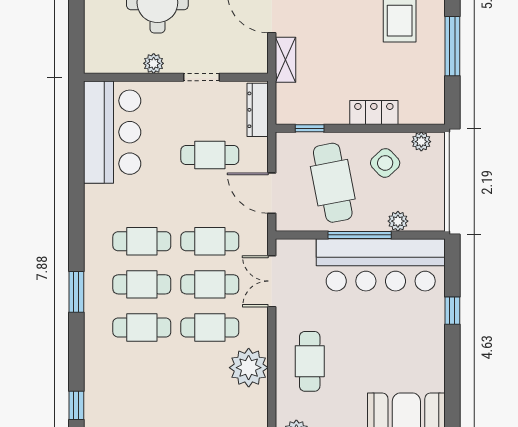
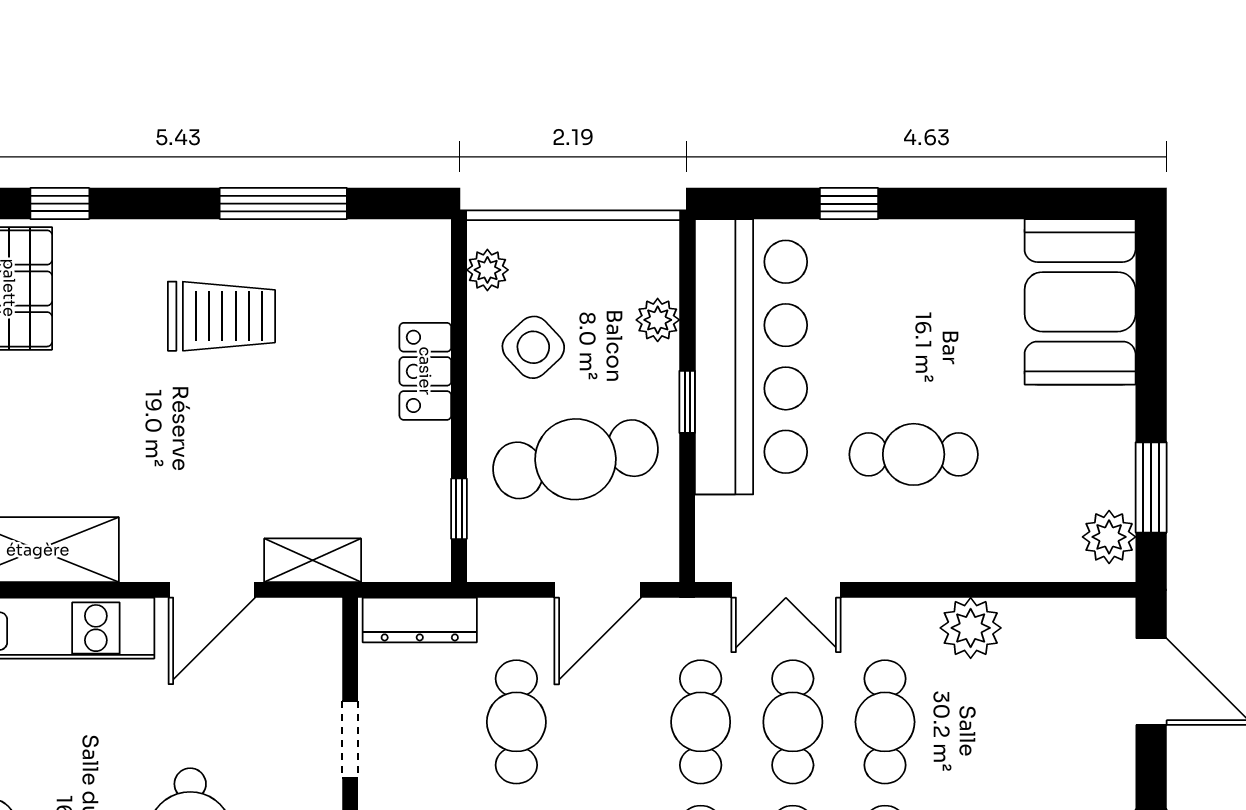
window: (360, 235) -> (687, 402), width x0.46
cafe table: (310, 361) -> (914, 454), moved
plant: (249, 368) -> (971, 628), width x0.73, depth x0.73

